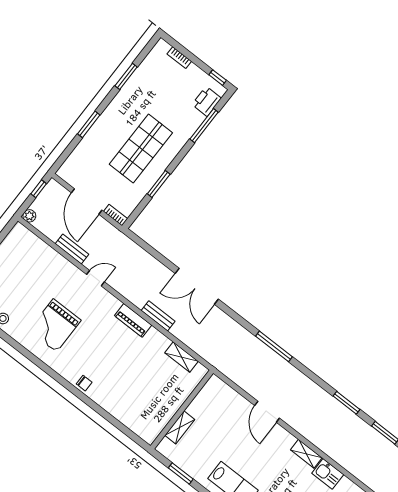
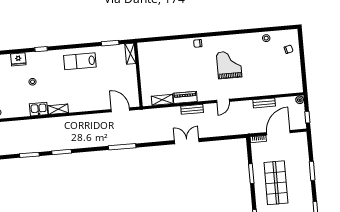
door: (87, 201) -> (278, 133), hinge flipped
door: (95, 278) -> (223, 101), moved
double door: (197, 286) -> (187, 141), width x0.73
piano: (133, 320) -> (185, 97), moved
grand piano: (55, 325) -> (229, 65), moved
door: (267, 412) -> (120, 110), moved
shelving: (180, 427) -> (130, 54), moved

